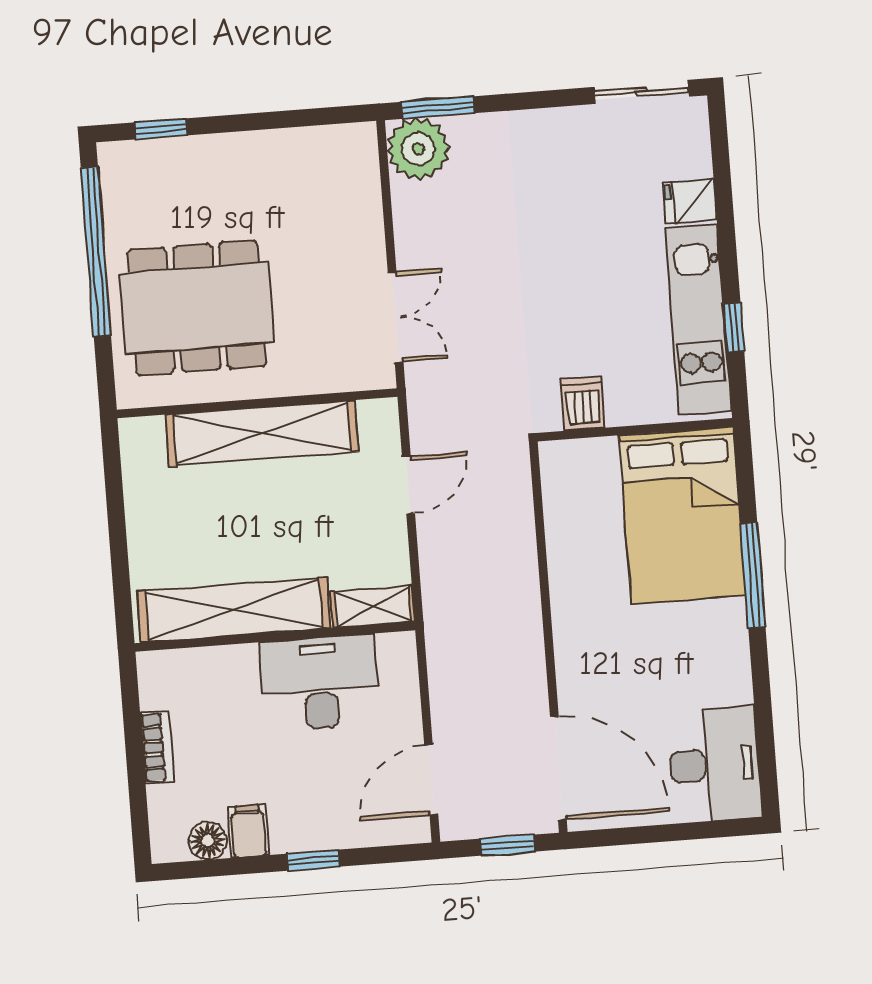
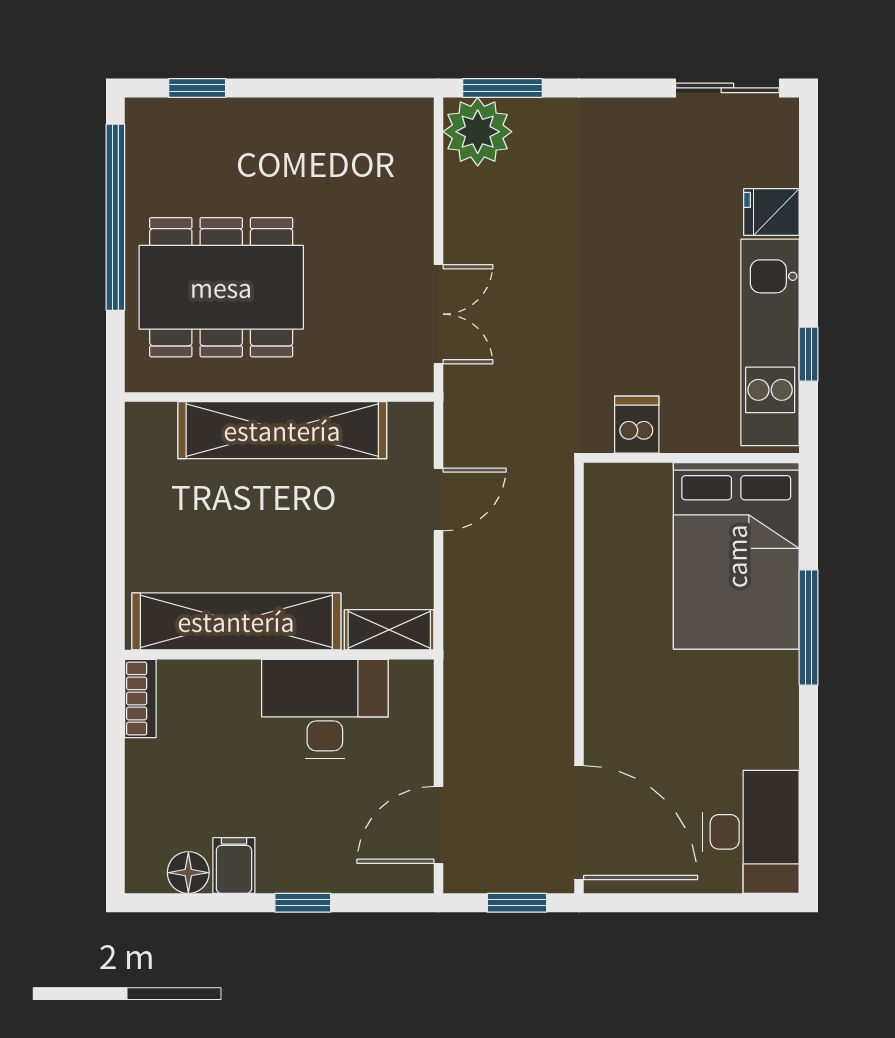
bookcase: (157, 747) -> (140, 698), moved

